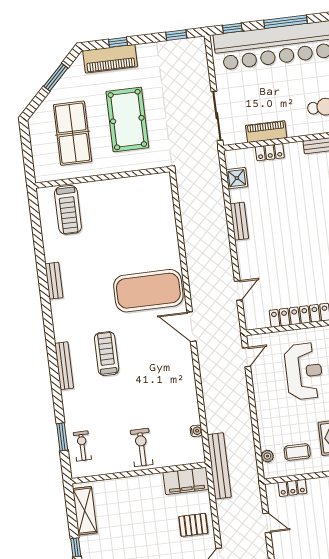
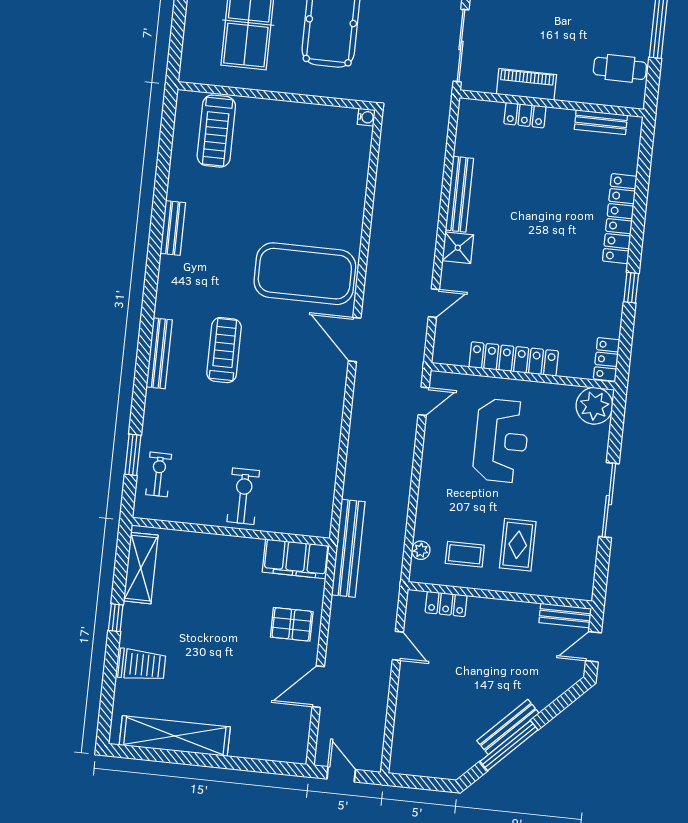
shower: (237, 178) -> (458, 248), moved
bench: (239, 221) -> (459, 194), width x1.36
water cooler: (196, 431) -> (366, 117), moved

